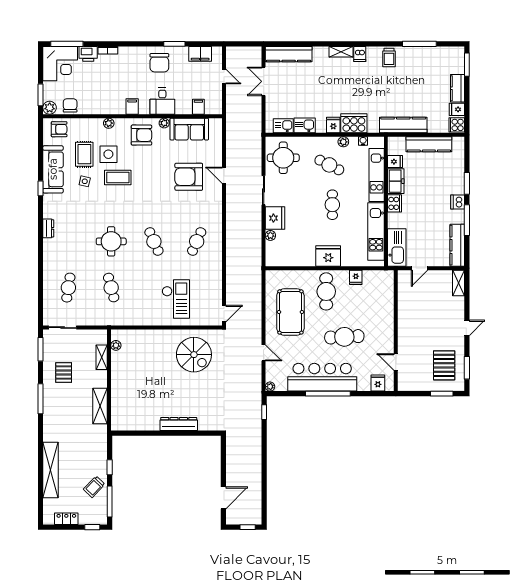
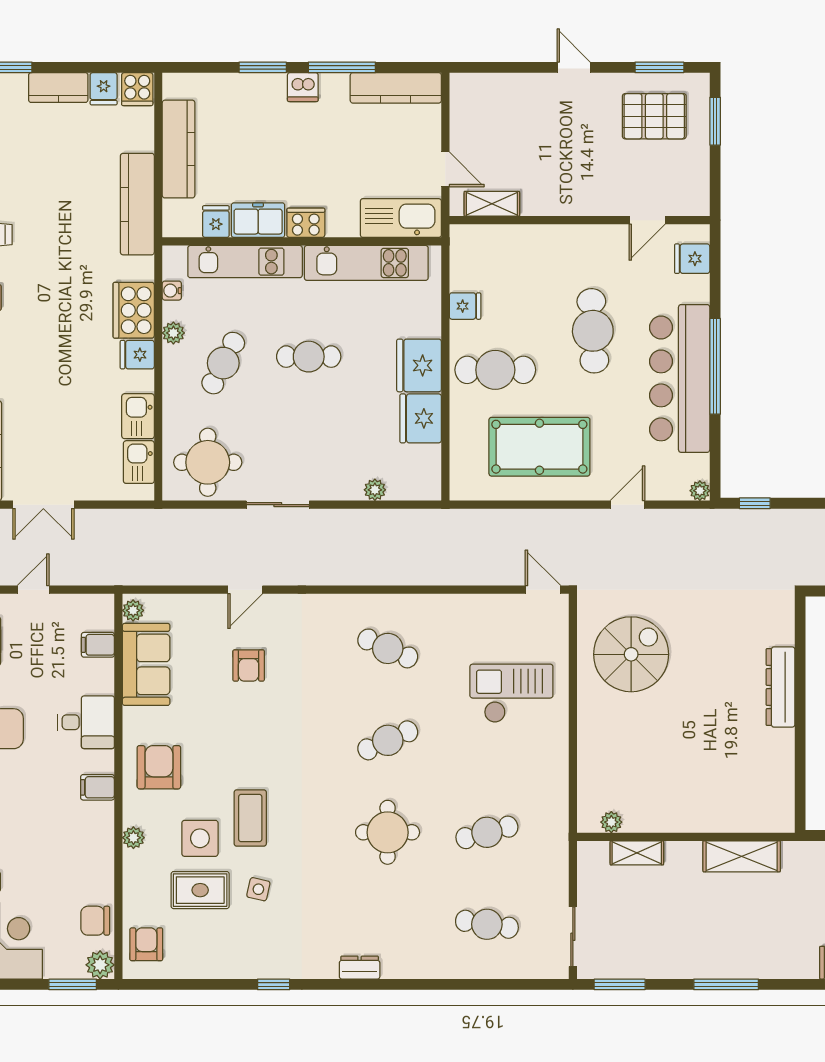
plant: (164, 123) -> (133, 610), moved
sofa: (53, 169) -> (233, 957), removed
armchair: (189, 177) -> (249, 665), width x0.53, depth x0.53
fridge: (275, 218) -> (421, 418), moved, turned -90
shelving: (459, 283) -> (492, 204), moved
pallet: (64, 372) -> (670, 935), removed

